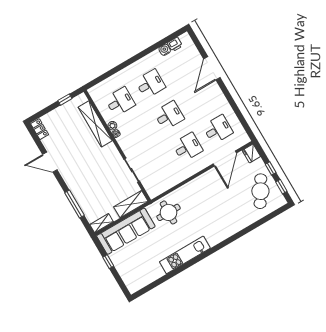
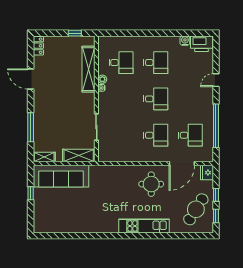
printer: (175, 44) -> (202, 44), width x1.87, depth x1.48
door: (212, 68) -> (216, 80), width x0.53
window: (235, 108) -> (216, 126), added
round table: (169, 212) -> (151, 184), moved
kitchen unit: (185, 255) -> (144, 226), moved

